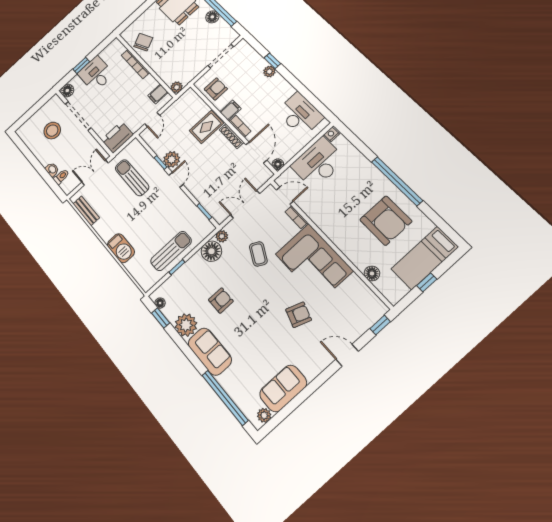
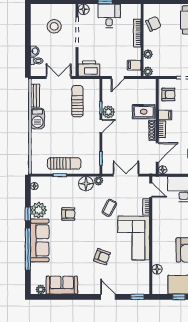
plant: (162, 72) -> (148, 54), added
barbecue: (121, 248) -> (37, 119), moved
window: (161, 318) -> (28, 214), moved
sofa: (210, 352) -> (40, 240), width x1.36
window: (225, 398) -> (28, 249), moved

